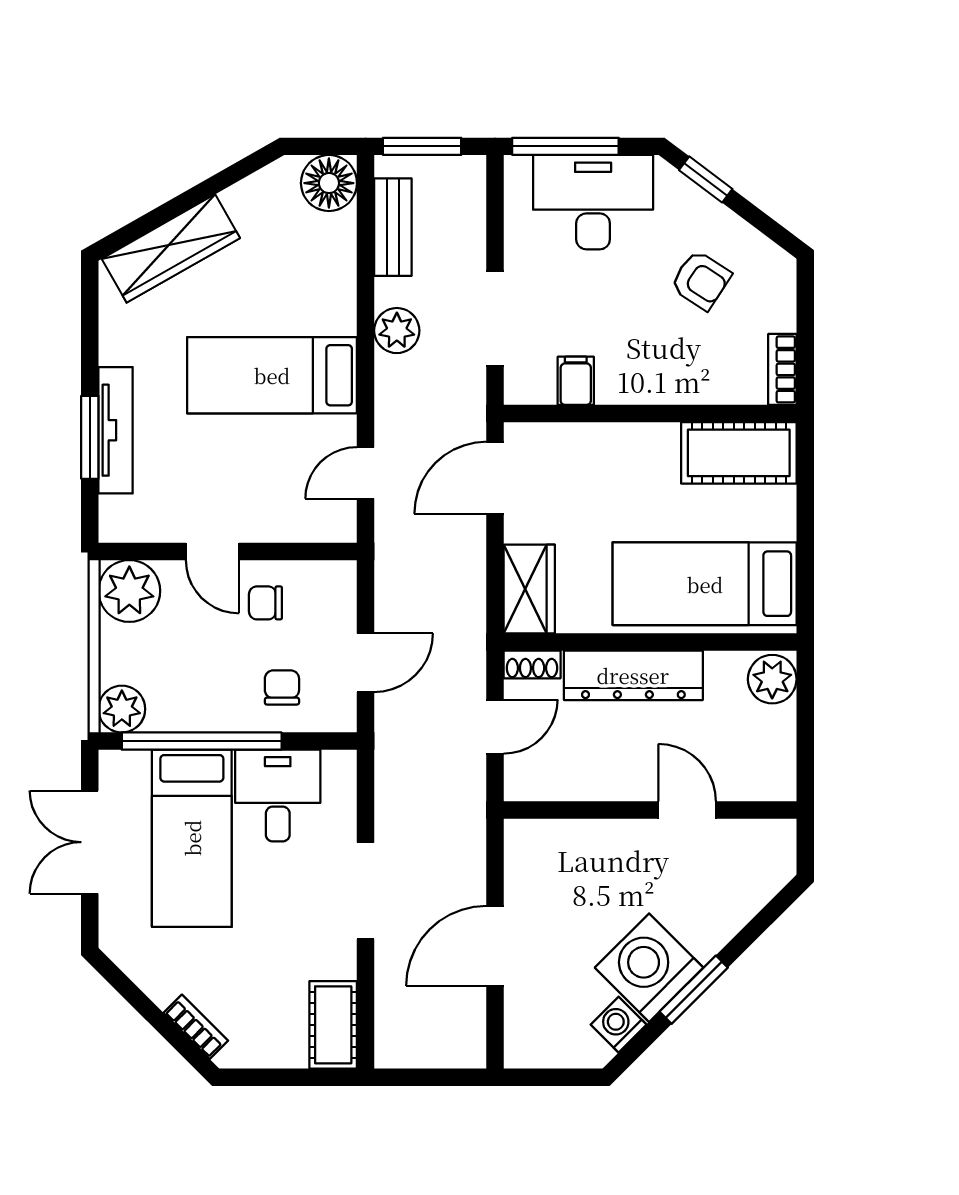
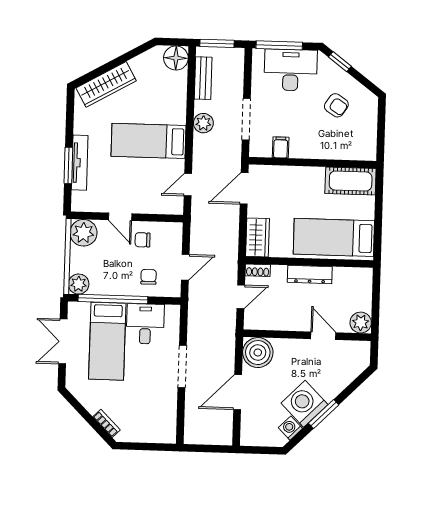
bookcase: (782, 369) -> (371, 145), removed
dresser: (633, 675) -> (310, 275), width x0.73, depth x0.80
plant: (772, 679) -> (361, 323), moved
boiler: (538, 853) -> (258, 353), added
cot: (333, 1025) -> (166, 424), removed

